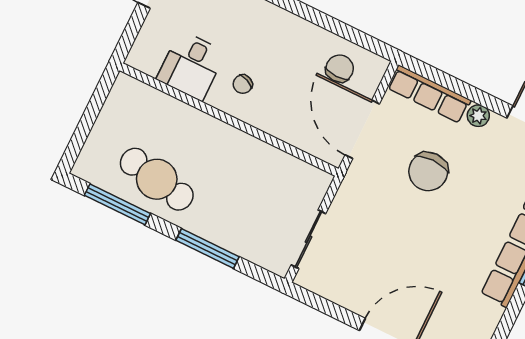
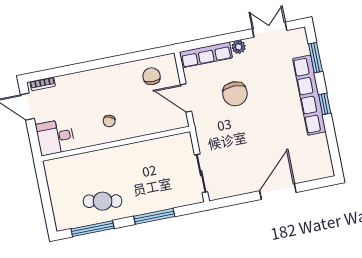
desk: (191, 66) -> (55, 137), moved, turned 90
door: (362, 129) -> (186, 98), width x0.73
cafe table: (157, 179) -> (103, 201), width x0.73, depth x0.74

